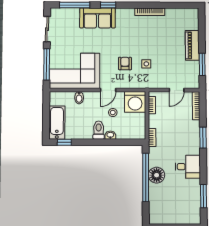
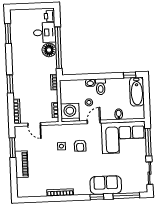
door: (177, 90) -> (34, 124), swing flipped
desk: (188, 167) -> (44, 33), moved, turned 180
printer: (155, 215) -> (50, 16), added

